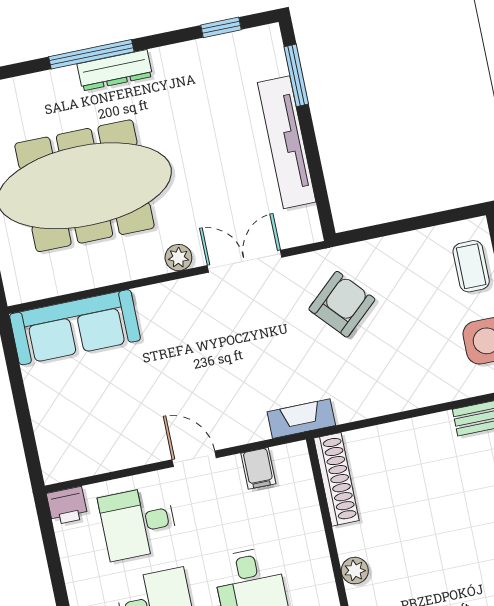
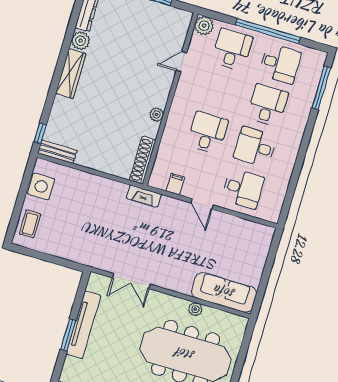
window: (296, 75) -> (68, 335), moved
plant: (178, 258) -> (195, 309), moved
armchair: (342, 304) -> (98, 238), removed
printer: (67, 506) -> (271, 214), removed

